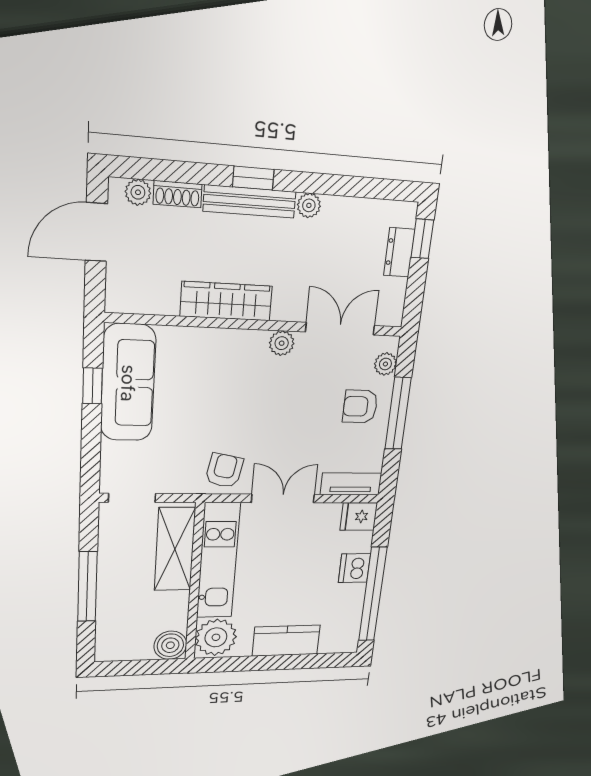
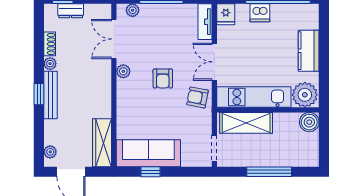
shoe rack: (178, 194) -> (50, 44), moved
wardrobe: (226, 301) -> (102, 143), moved
armchair: (360, 406) -> (163, 78), moved

